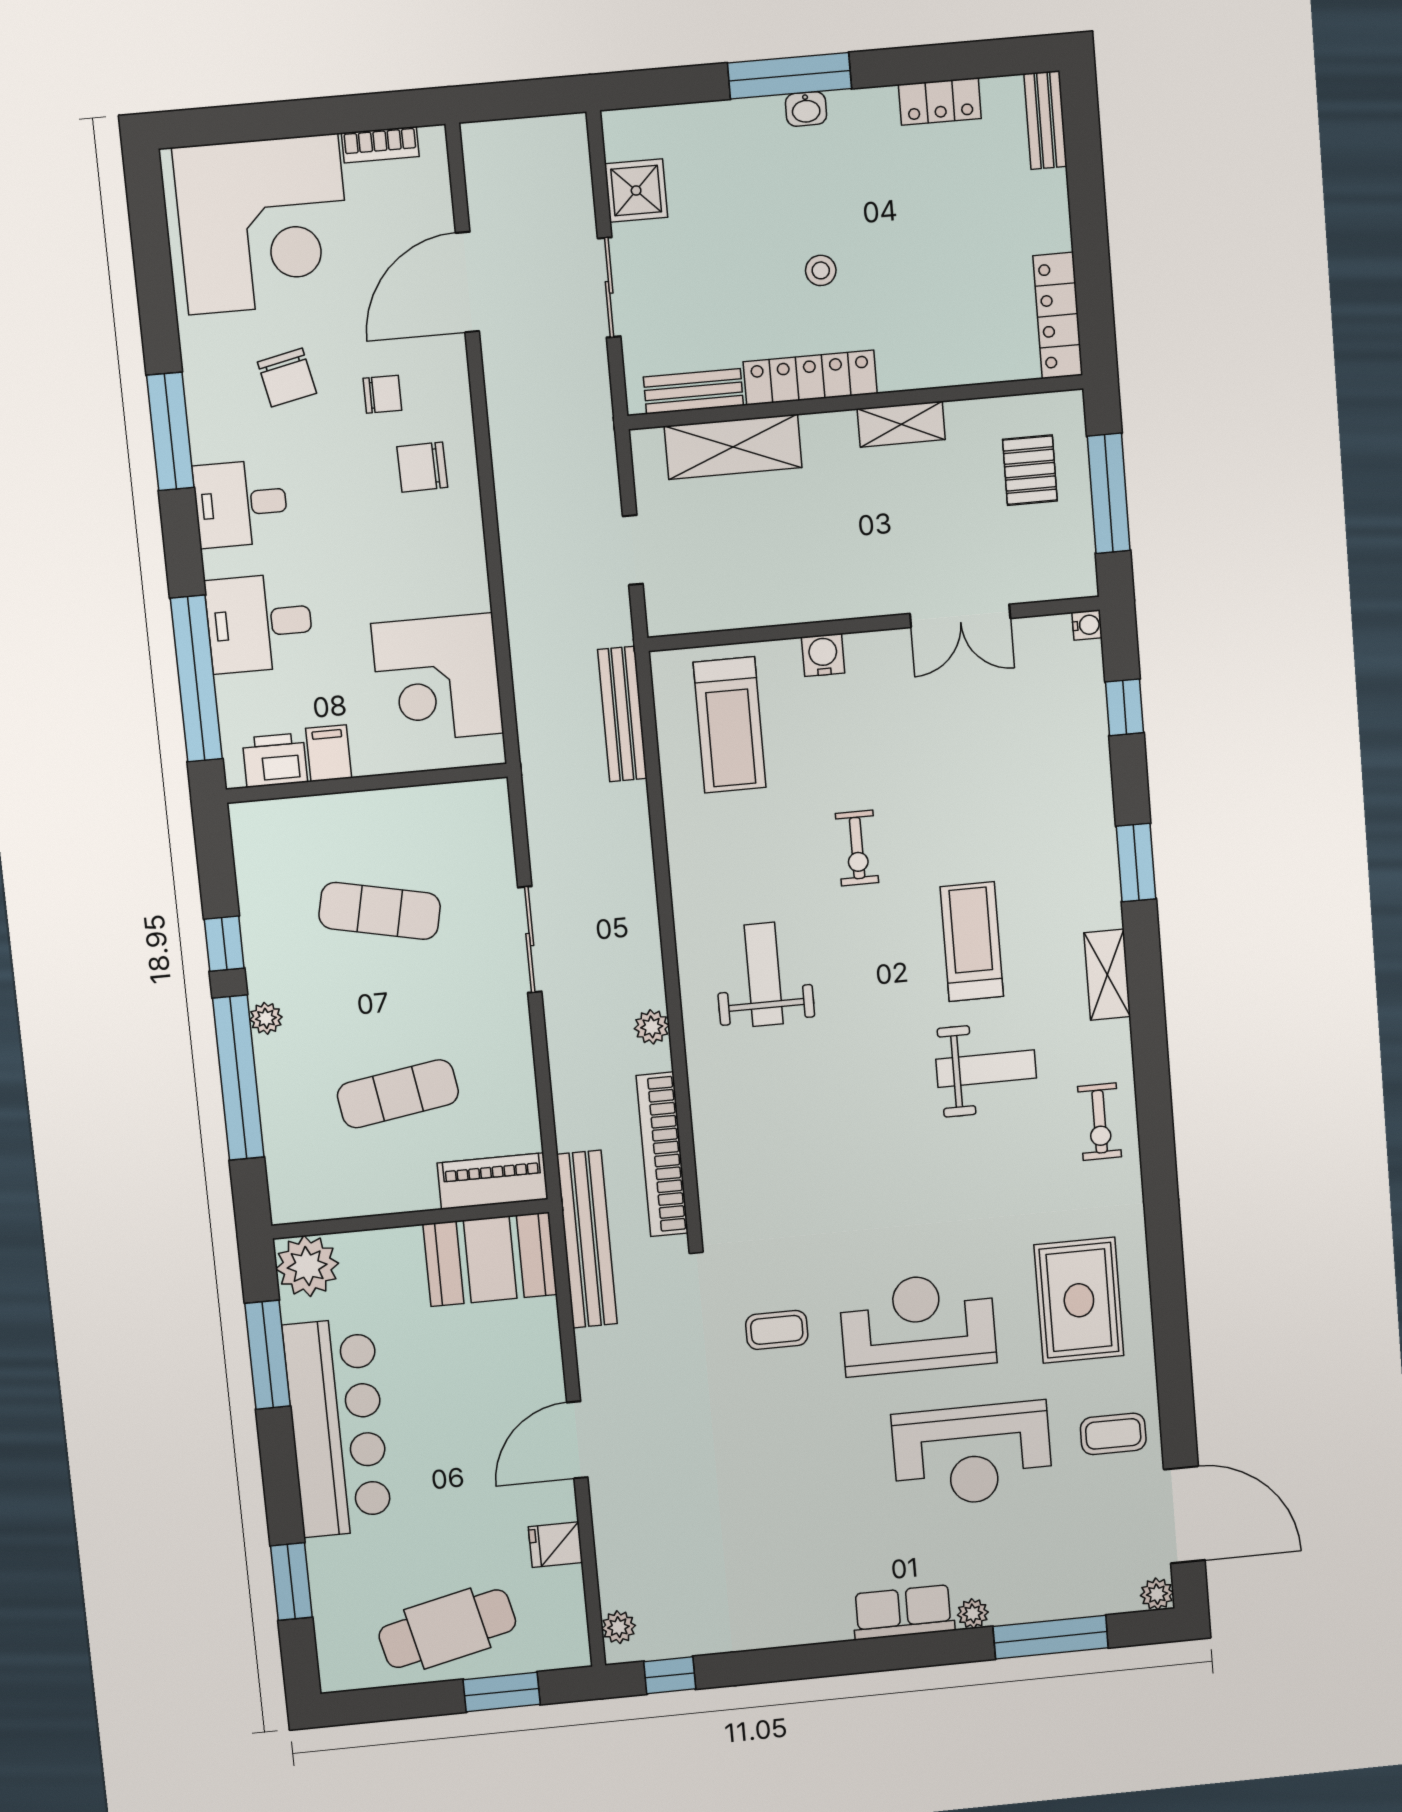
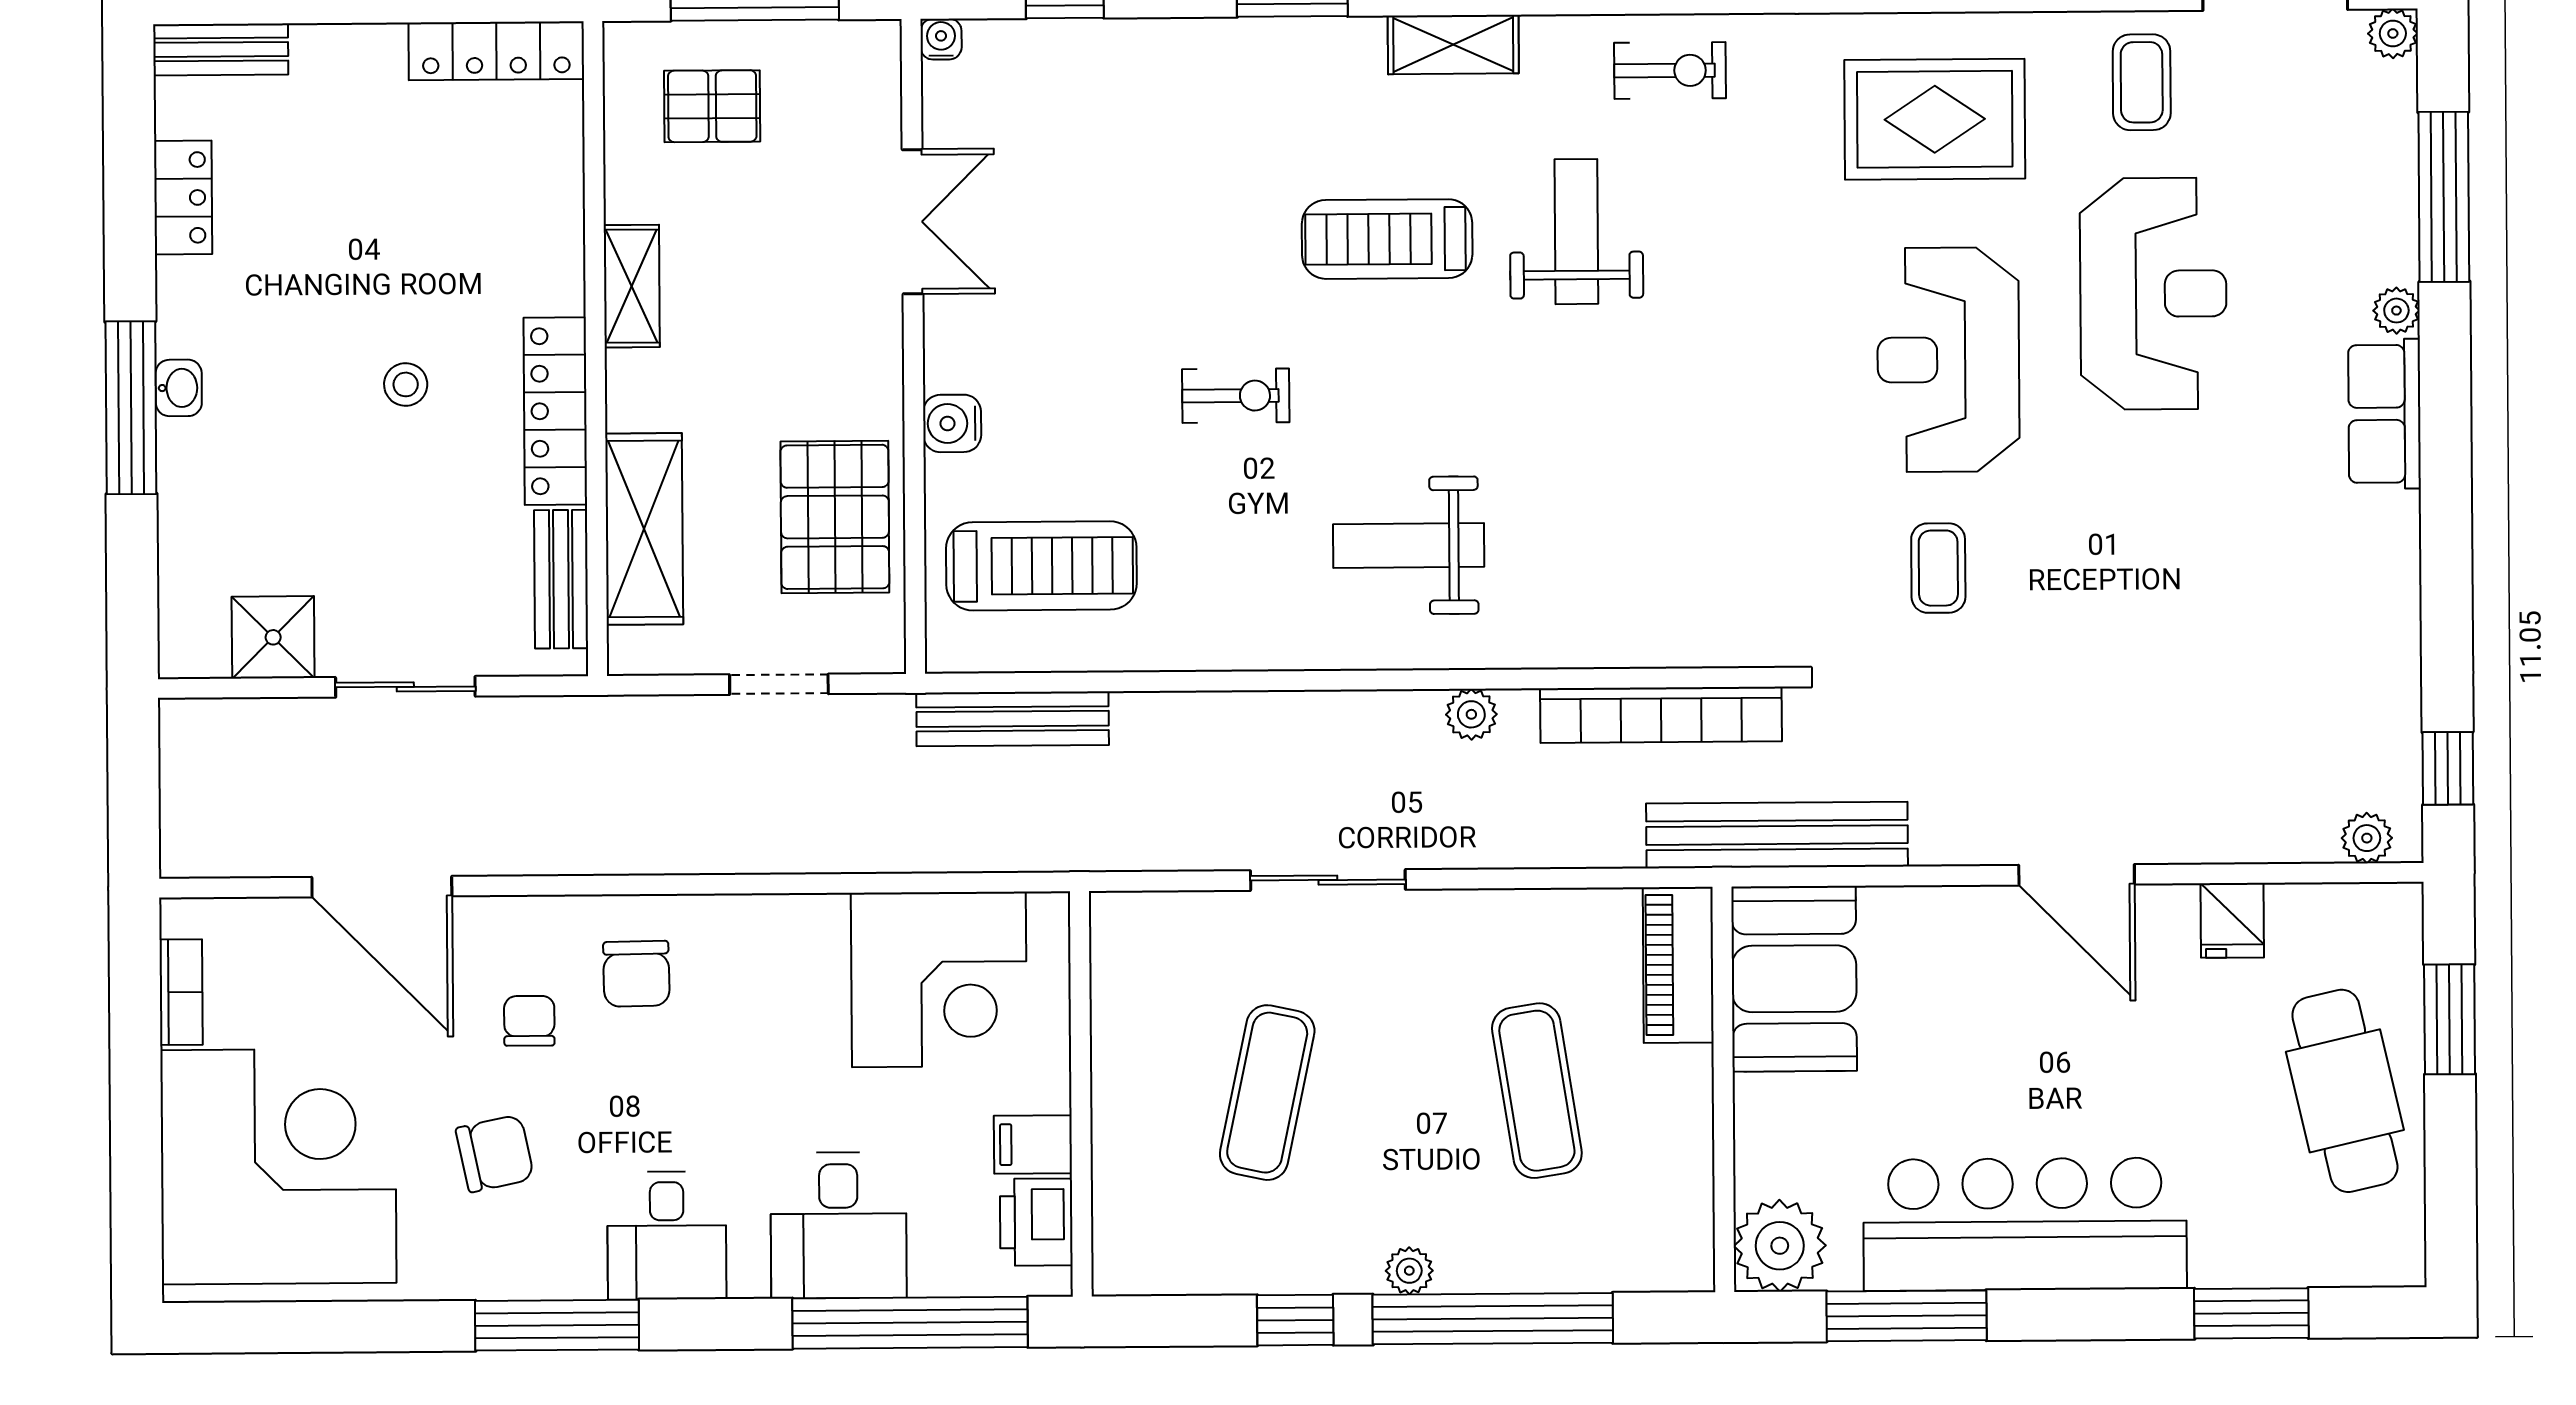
pallet: (752, 579) -> (835, 517), added

